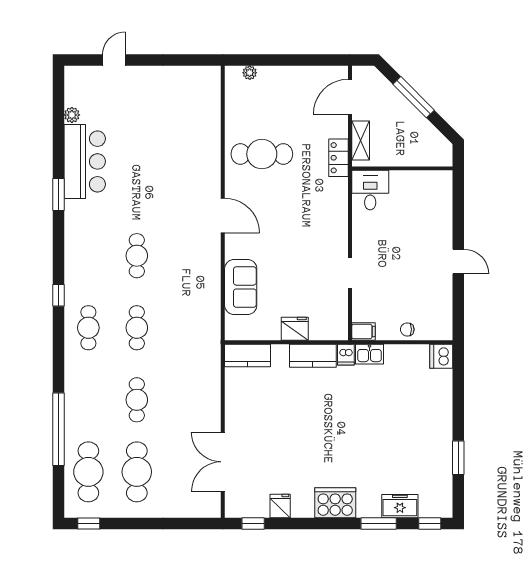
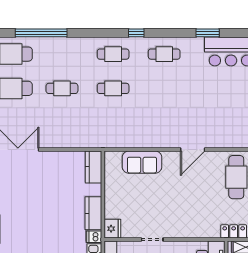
cafe table: (137, 256) -> (164, 54), moved
fridge: (295, 329) -> (112, 229), moved

